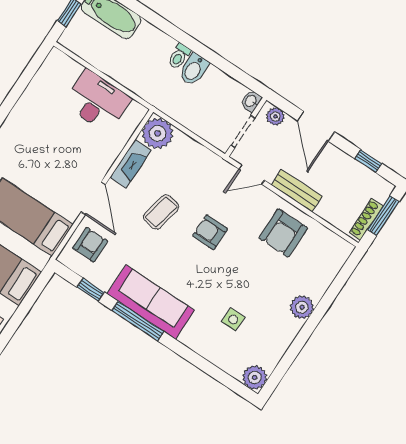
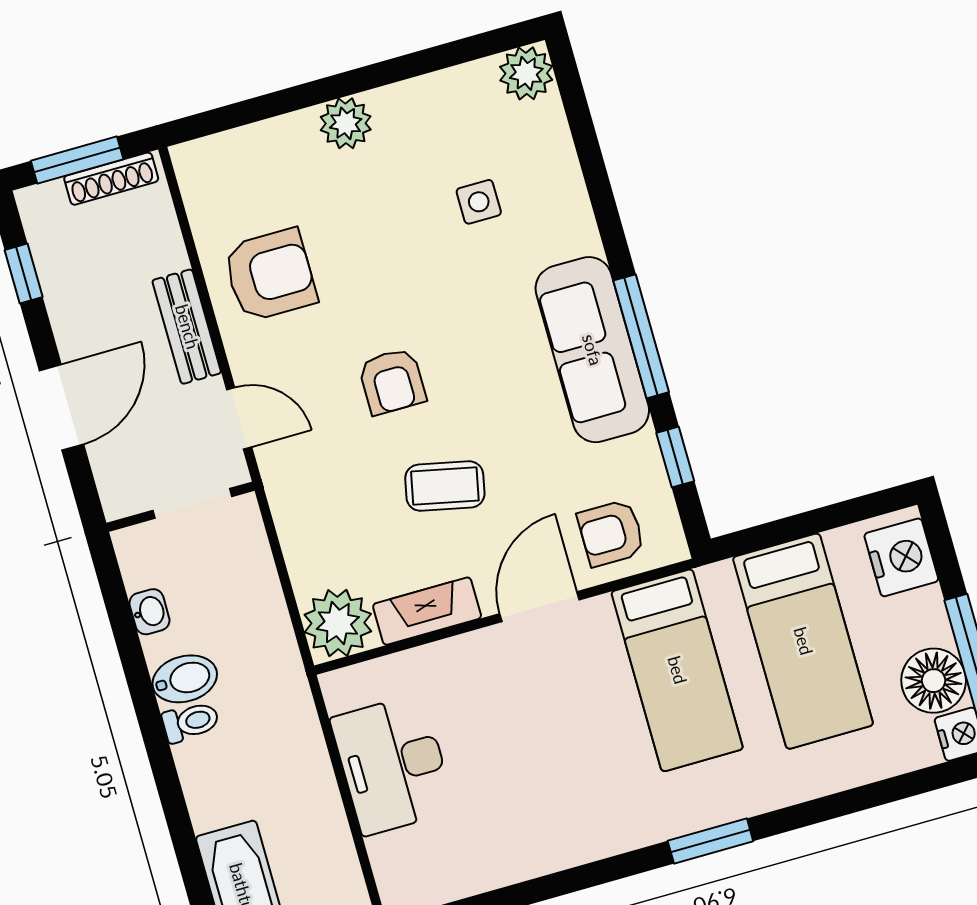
washbasin: (251, 101) -> (149, 612), moved, turned -90
plant: (275, 116) -> (116, 482), removed

